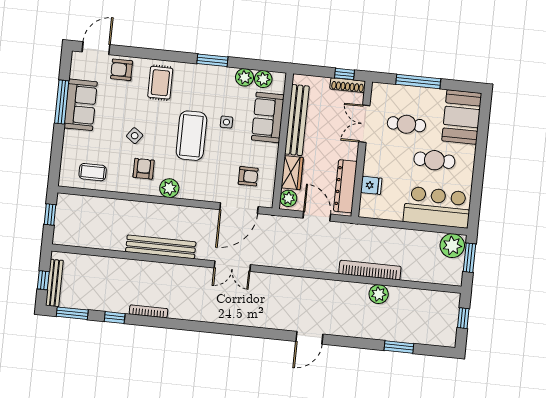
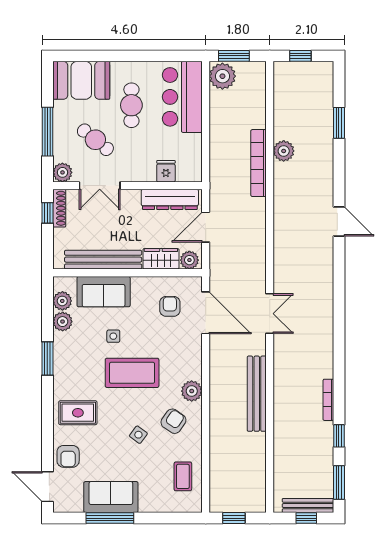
plant: (380, 91) -> (62, 172), added
cafe table: (406, 124) -> (95, 140), turned -51
armchair: (144, 169) -> (173, 421), turned 124

